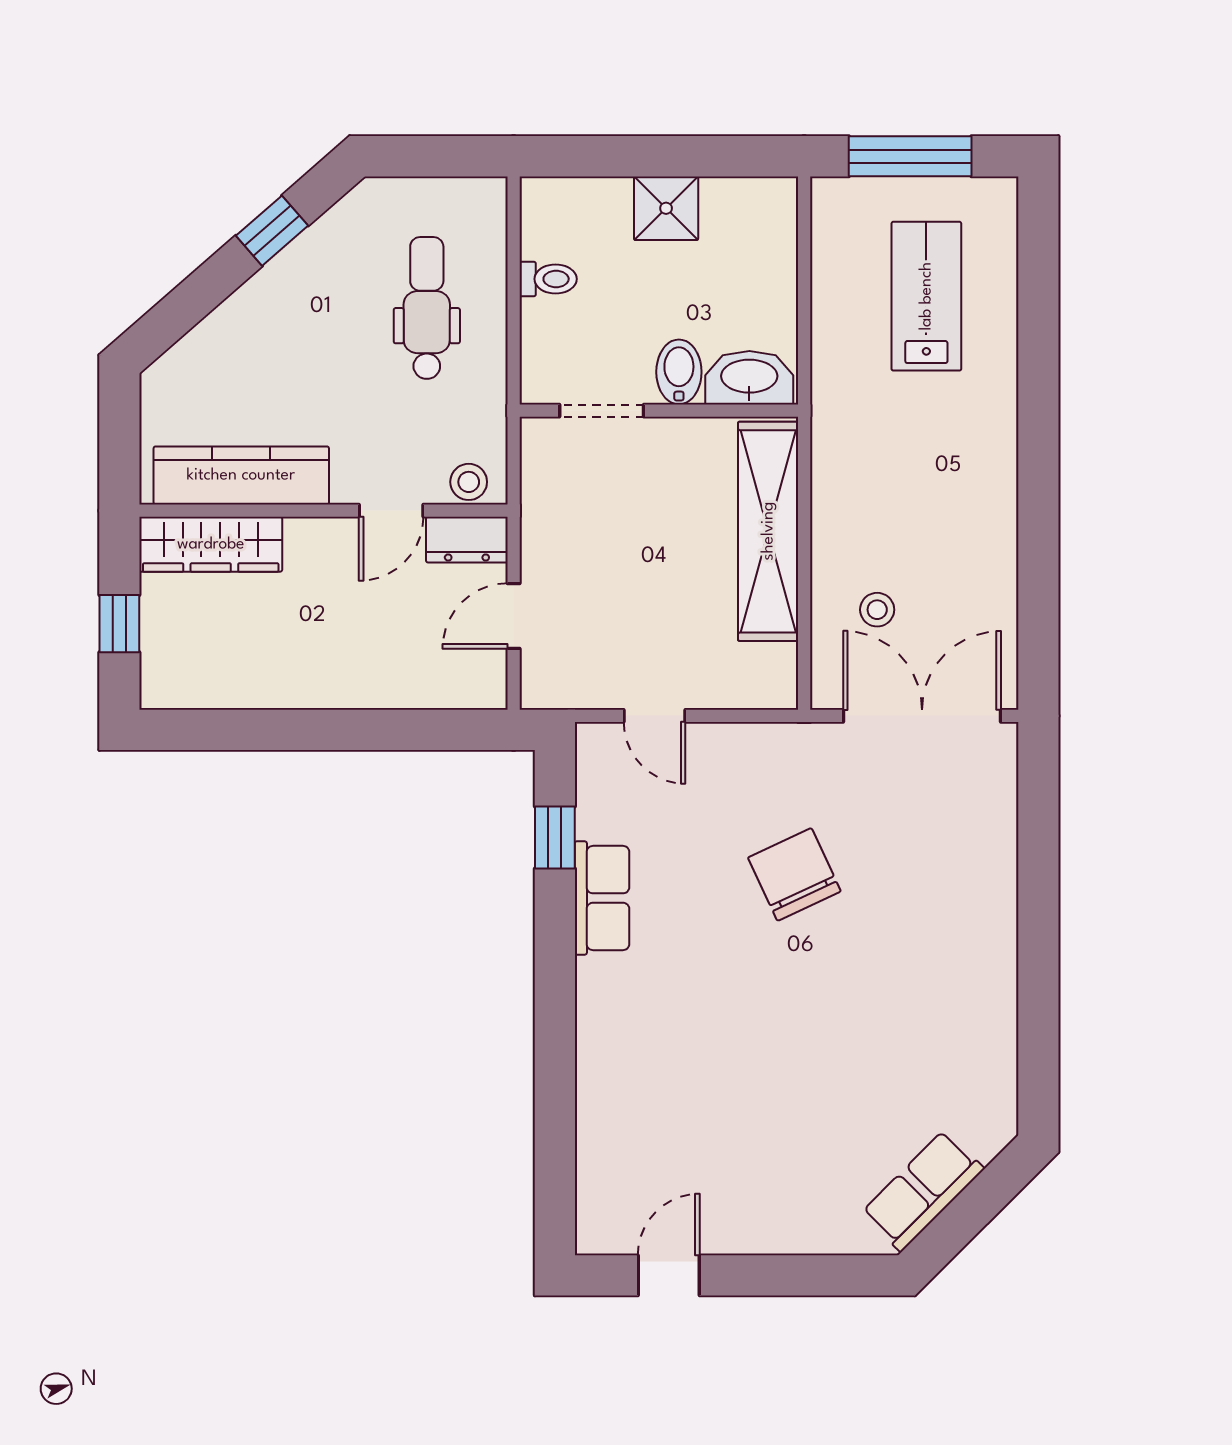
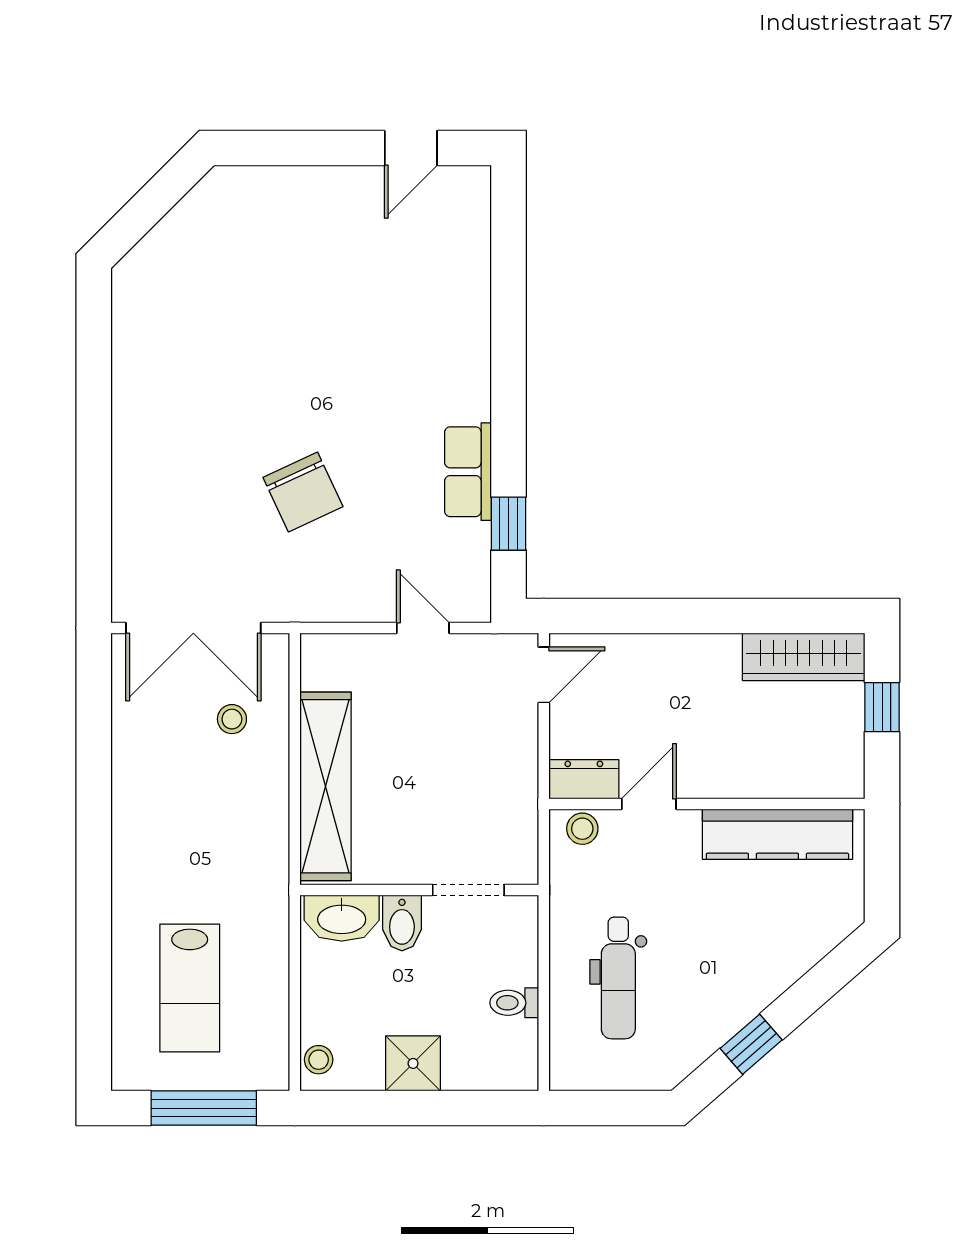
stool: (776, 213) -> (319, 1060), added
wardrobe: (211, 544) -> (804, 657), moved, turned 180
door: (514, 616) -> (544, 675), moved
row of seats: (923, 1191) -> (193, 221), removed

